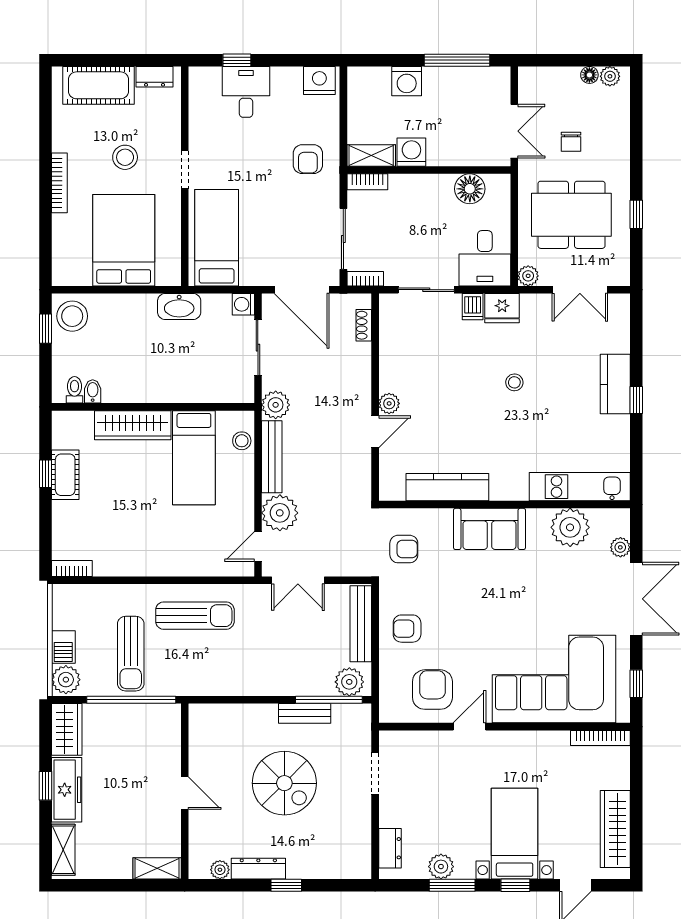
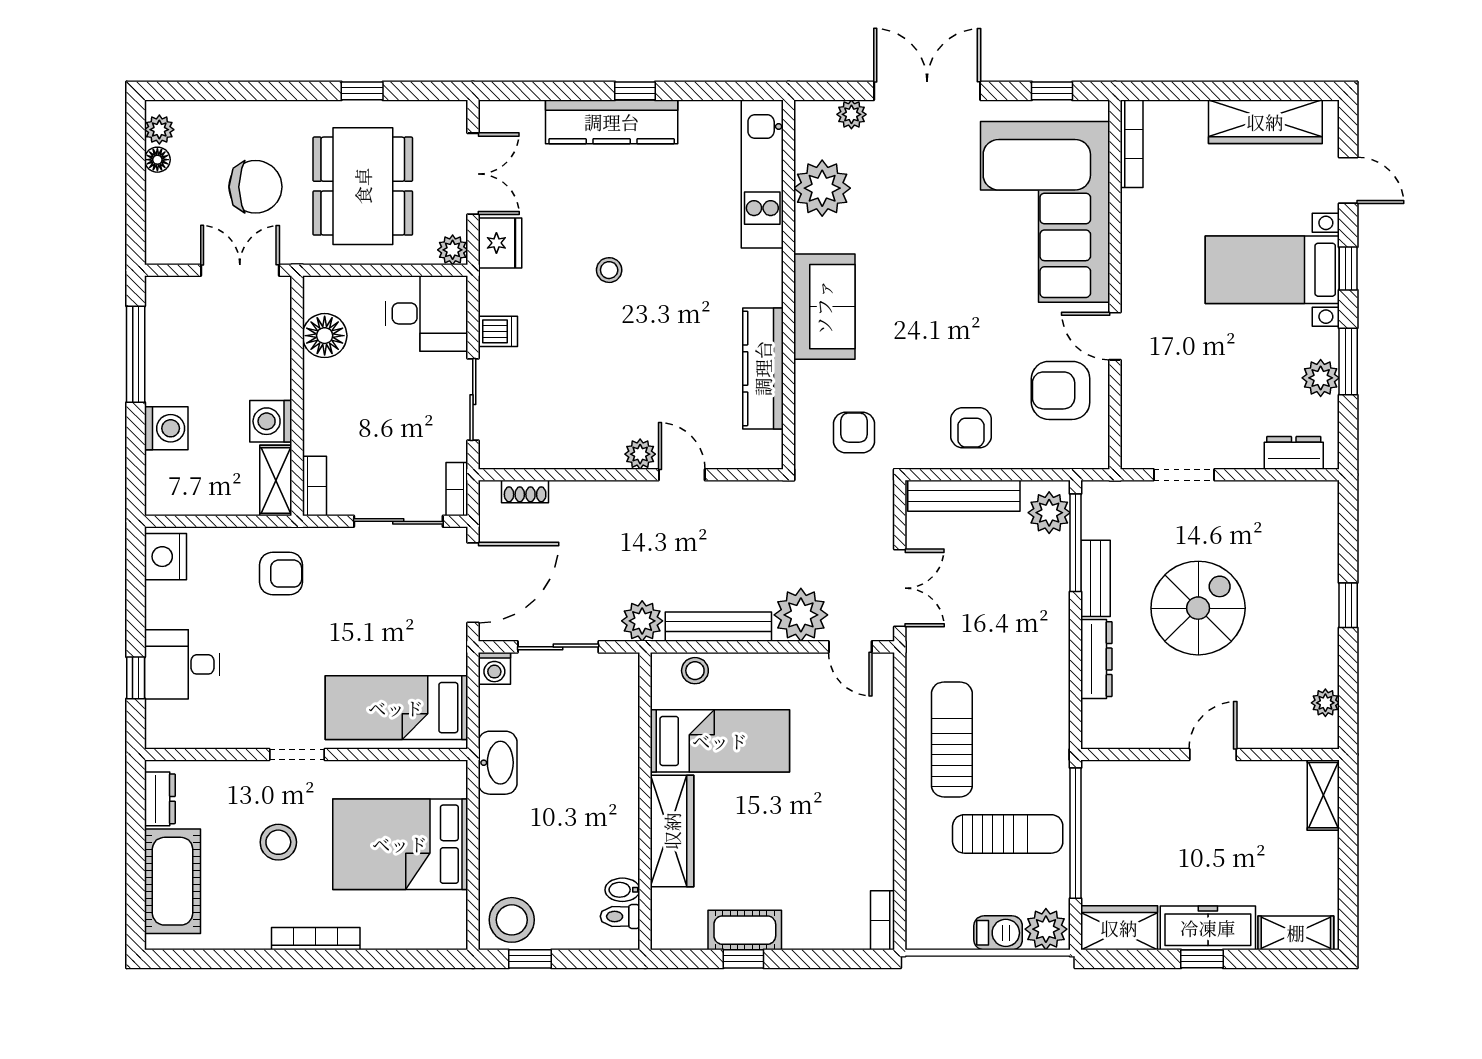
chair: (571, 142) -> (255, 187), width x1.87, depth x1.87
fridge: (502, 308) -> (500, 243), moved
kitchen counter: (615, 384) -> (612, 122), width x1.50
dresser: (258, 869) -> (1096, 659), moved, turned 180

